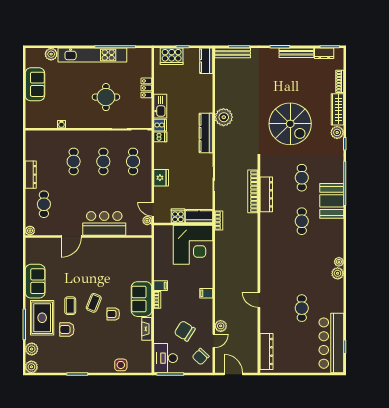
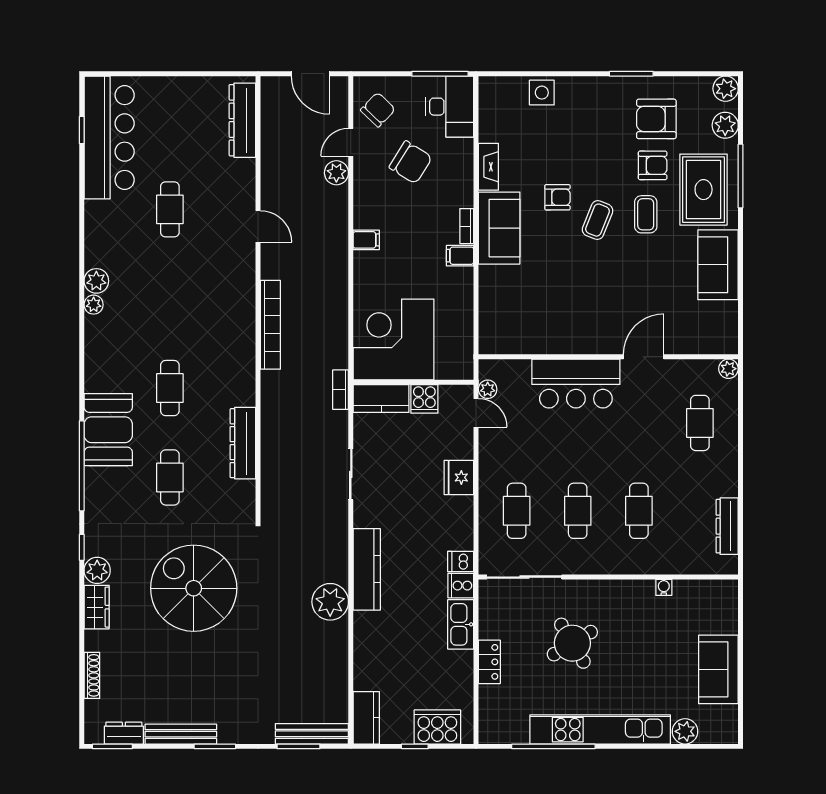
round table: (106, 97) -> (572, 643), turned -31
wardrobe: (337, 109) -> (97, 607), width x0.67
dresser: (31, 175) -> (727, 526), moved
bookcase: (253, 191) -> (270, 325), moved
armchair: (65, 352) -> (656, 119), added

